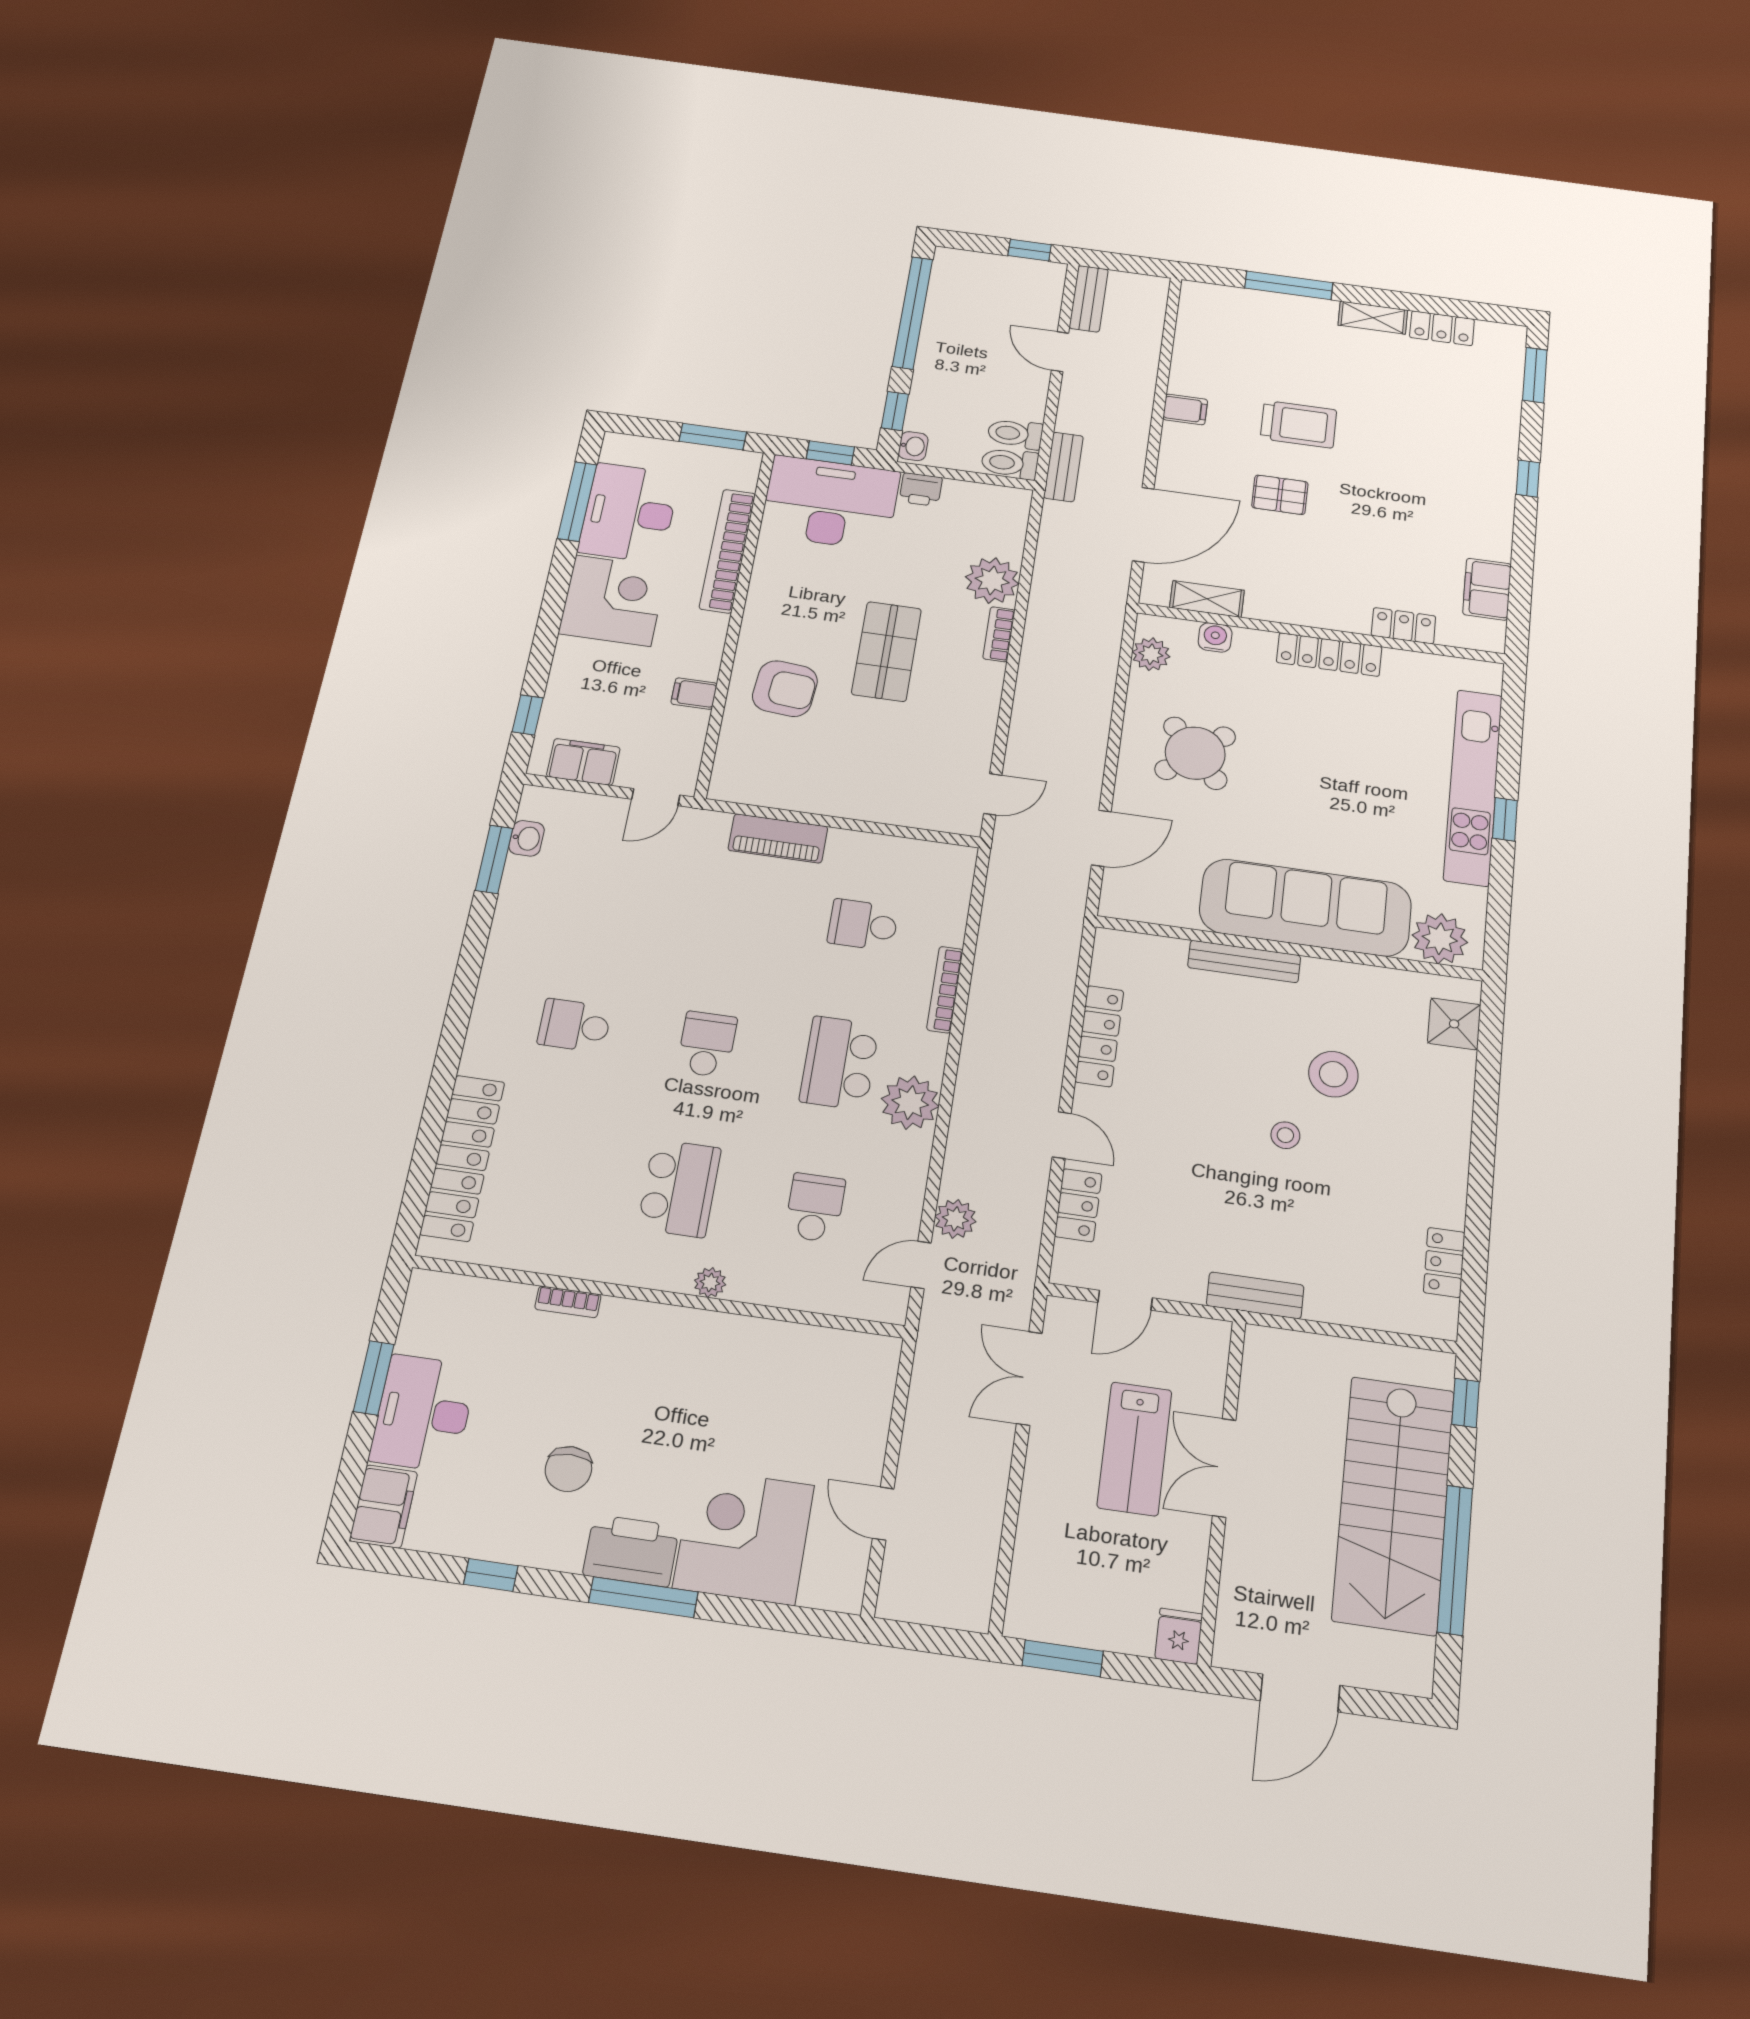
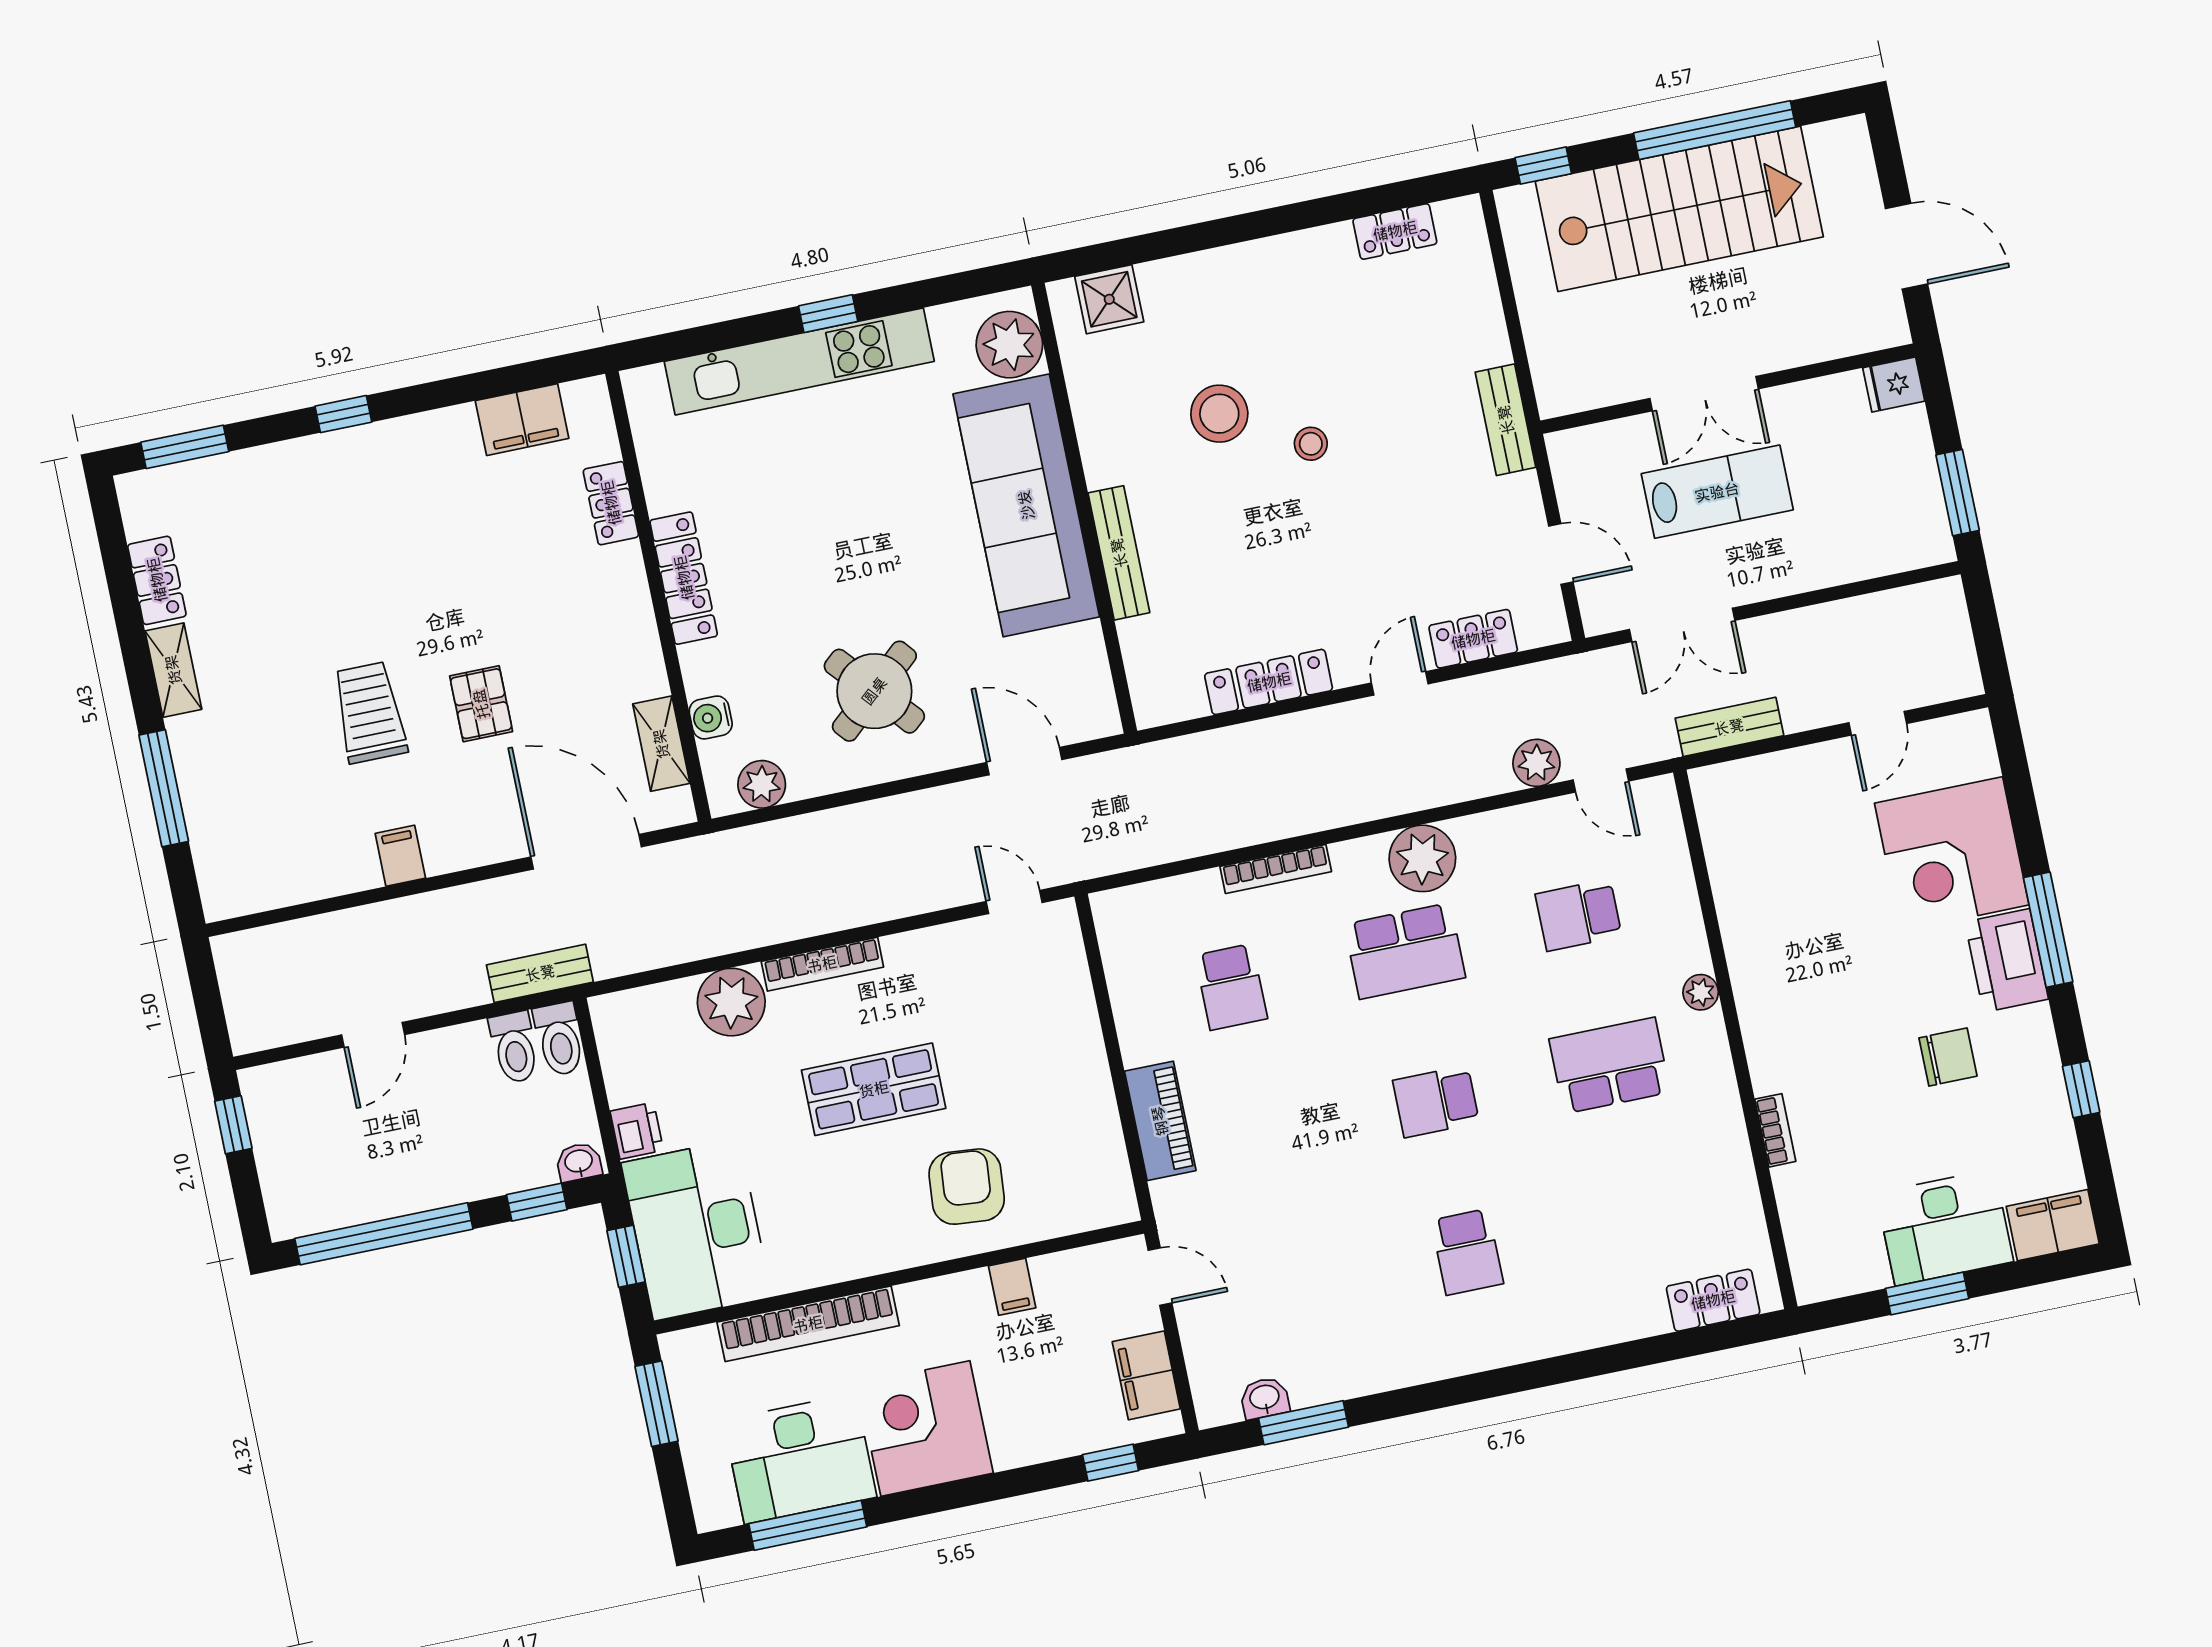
bench: (1089, 299) -> (1729, 727), moved
bookcase: (999, 634) -> (822, 964), width x1.56
locker: (463, 1158) -> (1713, 1300), width x0.46, depth x0.83

